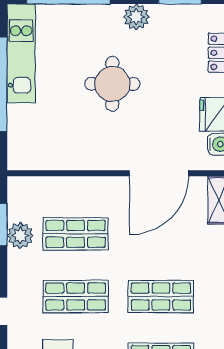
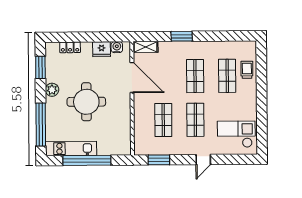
round table: (112, 84) -> (86, 102), width x1.36, depth x1.36
plant: (20, 236) -> (164, 148), removed

